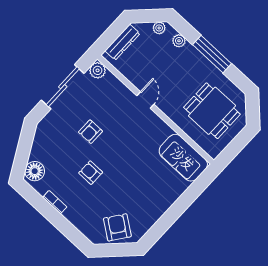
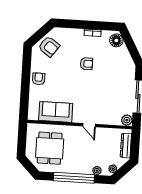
window: (212, 54) -> (74, 178), width x1.46
dining table: (212, 111) -> (50, 148), turned 90
armchair: (90, 132) -> (39, 79), moved
sofa: (183, 158) -> (56, 112), moved

